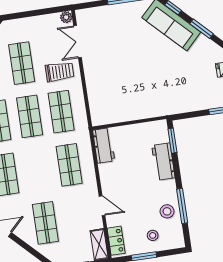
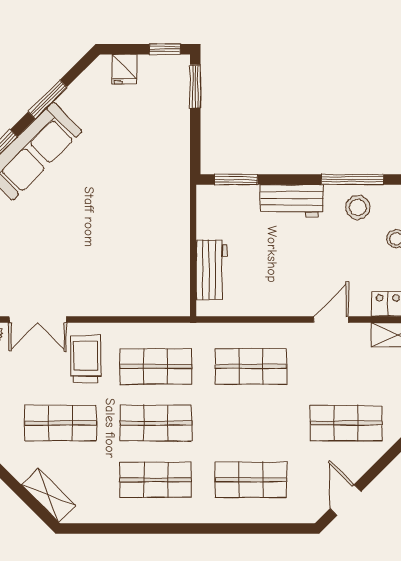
workbench: (104, 145) -> (212, 270), moved, turned 90
workbench: (163, 162) -> (292, 201), moved

